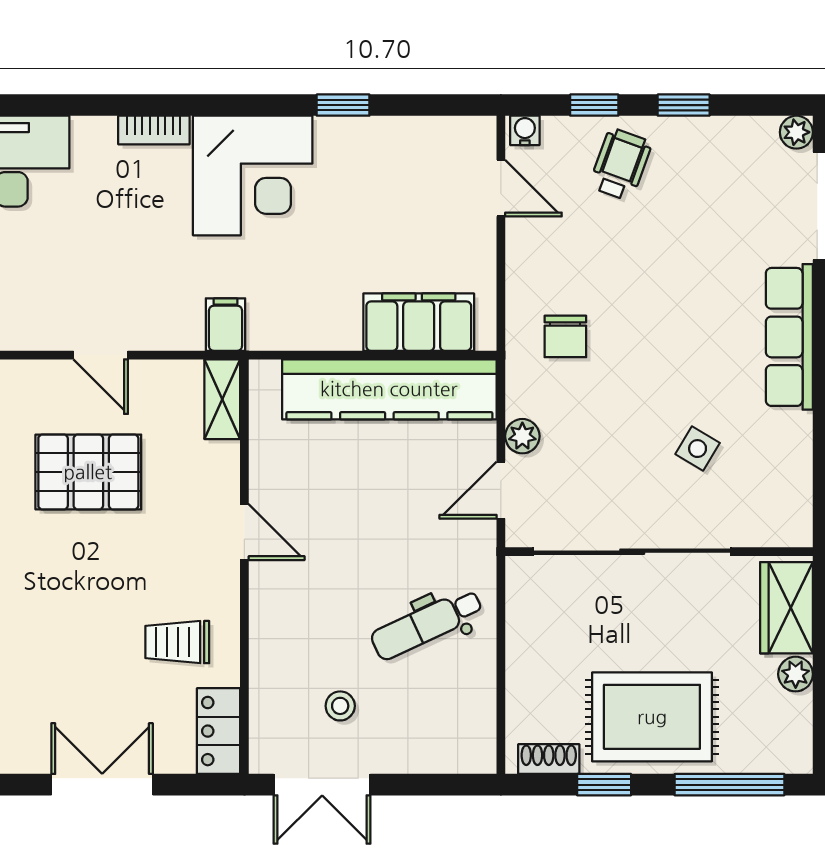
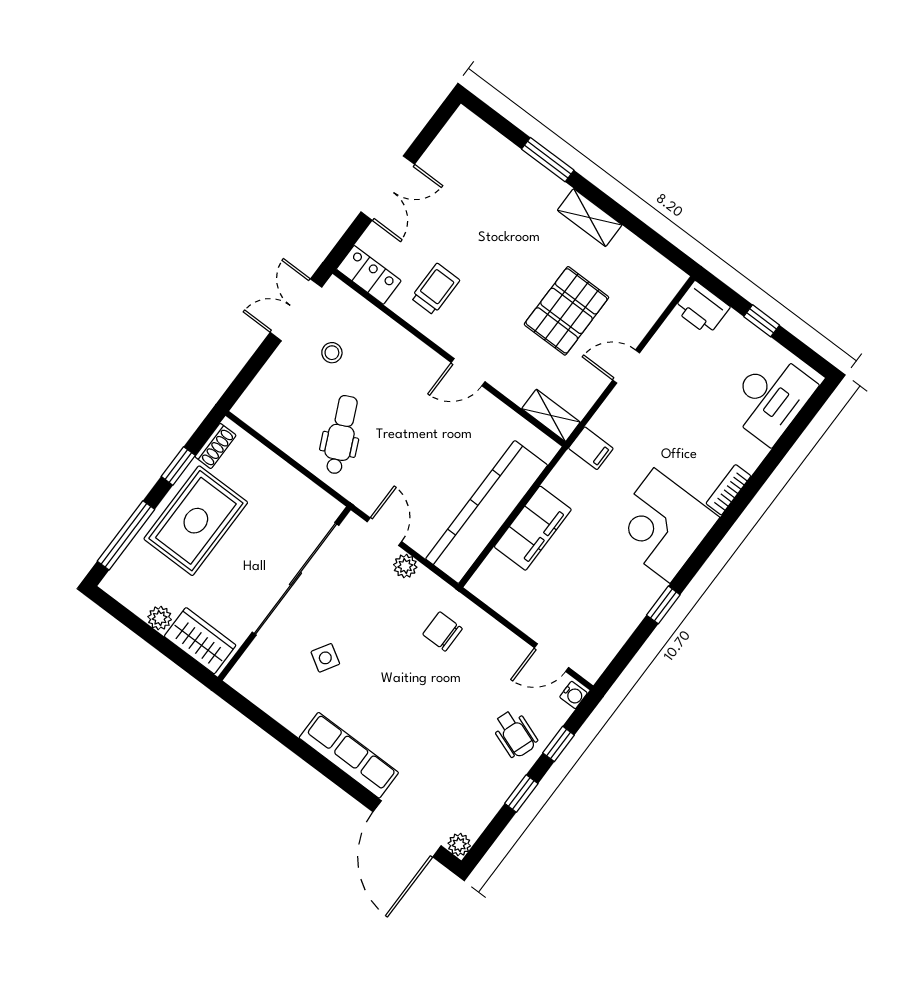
filing cabinet: (419, 322) -> (533, 528), moved

